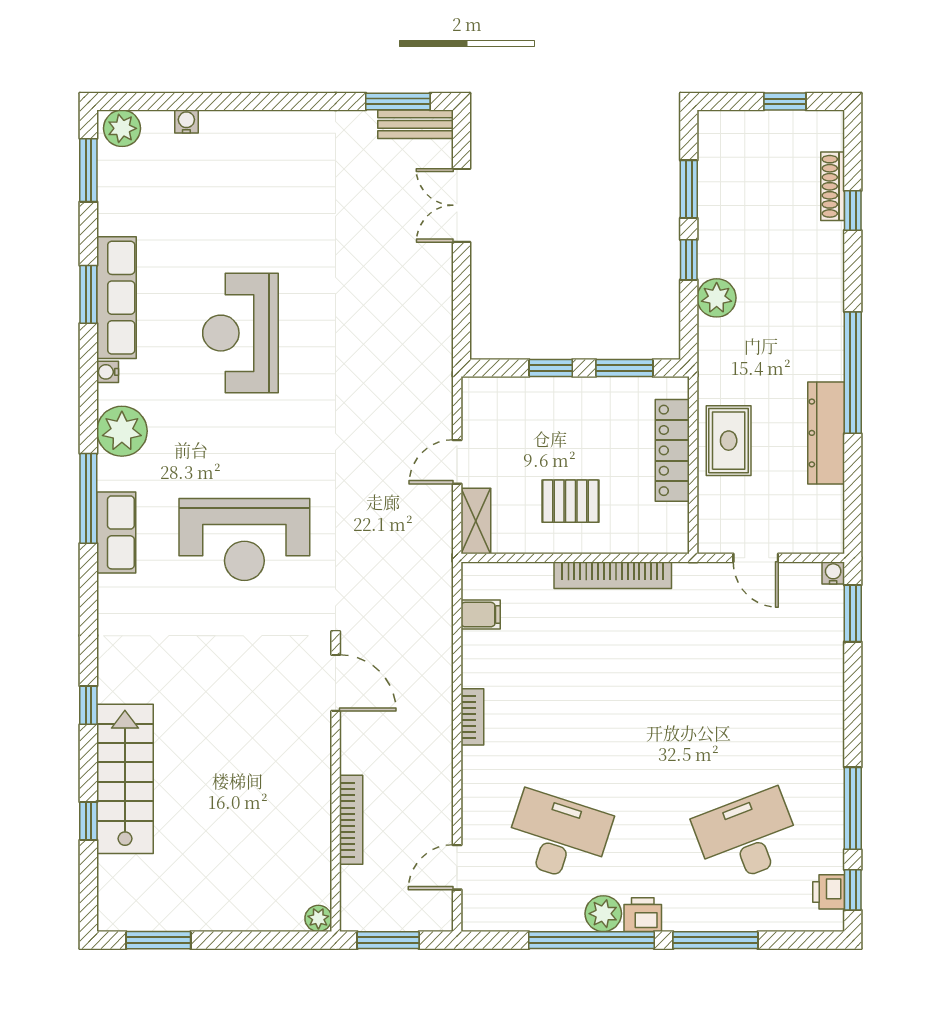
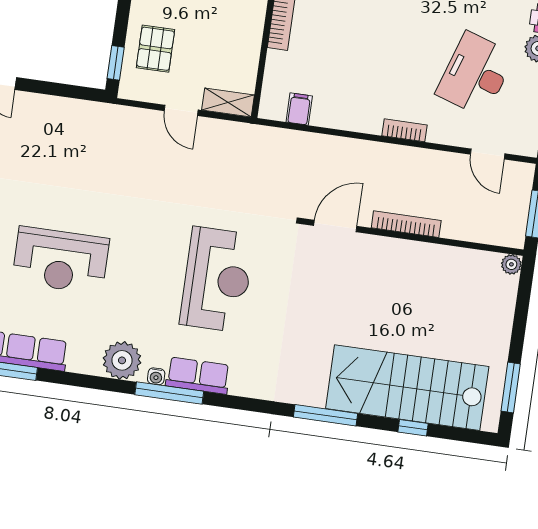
window: (551, 368) -> (116, 63), moved
water cooler: (108, 372) -> (156, 376), moved
pallet: (571, 501) -> (155, 49), moved
window: (88, 705) -> (325, 415), width x2.17
bookcase: (472, 717) -> (404, 130), moved
stairs: (125, 779) -> (407, 388), width x1.36, depth x1.51
bookcase: (351, 820) -> (406, 224), moved

